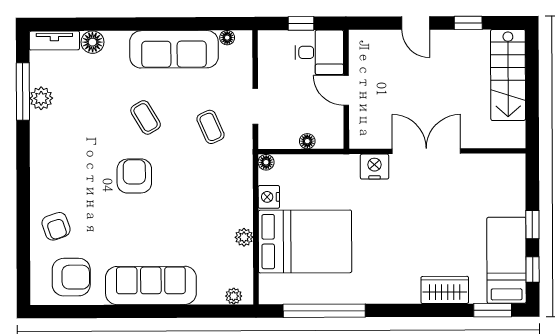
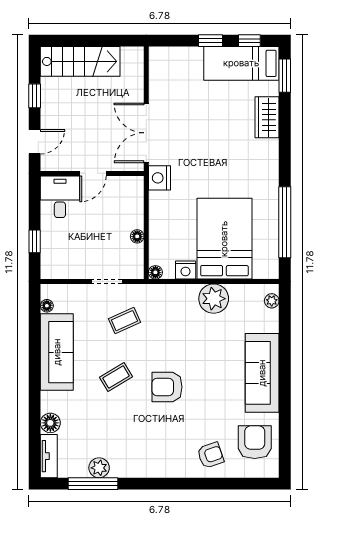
desk: (319, 52) -> (60, 197), moved
wall: (346, 89) -> (92, 173), moved
door: (346, 90) -> (93, 173), moved
plant: (244, 237) -> (214, 299), width x1.88, depth x1.88

